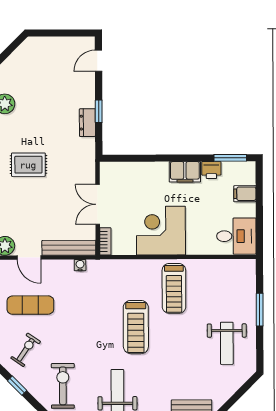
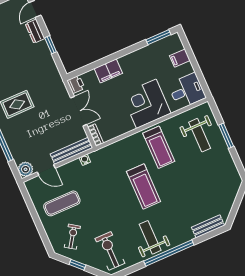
dresser: (87, 123) -> (35, 31), moved
printer: (211, 170) -> (76, 84), moved, turned -90
filing cabinet: (185, 172) -> (108, 71), moved
double door: (98, 204) -> (79, 111), swing flipped
corner desk: (161, 231) -> (146, 104), moved
weight bench: (227, 343) -> (200, 135), moved

